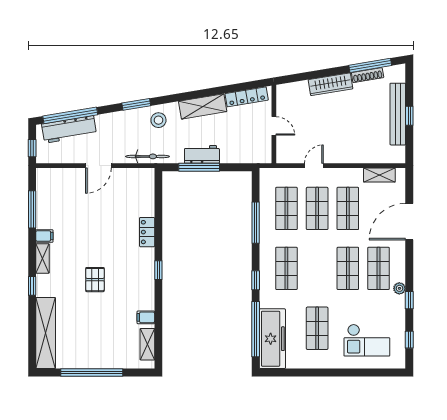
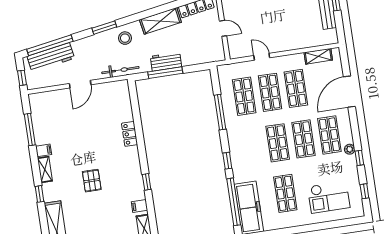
door: (314, 166) -> (262, 57), hinge flipped
shop shelf: (286, 268) -> (278, 143), moved
window: (158, 270) -> (147, 182), moved

